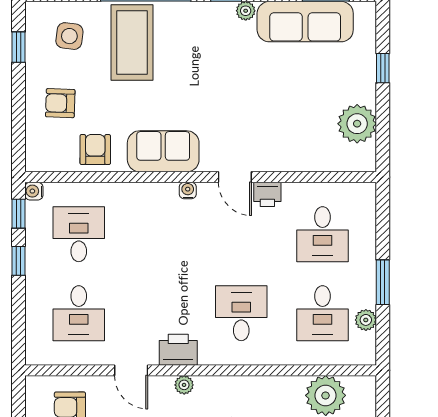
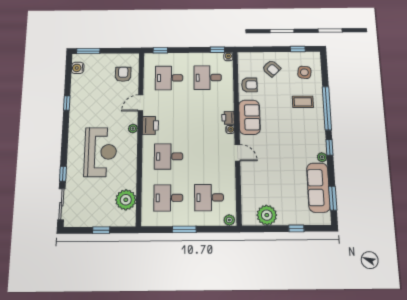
coffee table: (132, 43) -> (303, 102), width x0.54, depth x0.58
armchair: (60, 103) -> (271, 68), turned 133
door: (235, 177) -> (237, 153), swing flipped
printer: (267, 194) -> (228, 118), moved
desk: (79, 234) -> (208, 78), turned 180
window: (19, 261) -> (160, 50), moved
desk: (241, 313) -> (169, 156), turned 180
plant: (366, 320) -> (229, 220), moved

